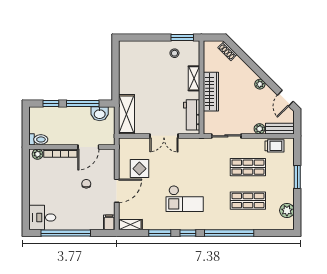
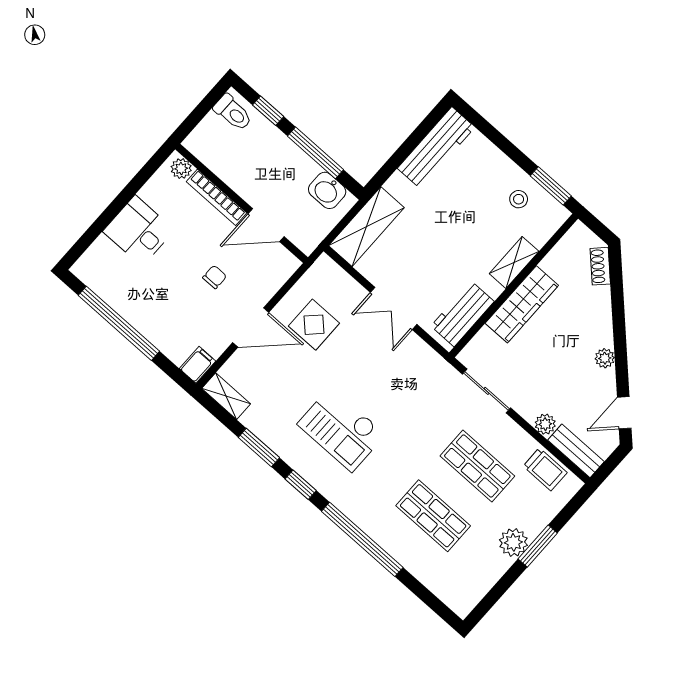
workbench: (126, 61) -> (436, 148), added
toilet: (38, 139) -> (233, 113), moved
plant: (287, 211) -> (513, 542), moved
desk: (42, 217) -> (139, 231), moved

